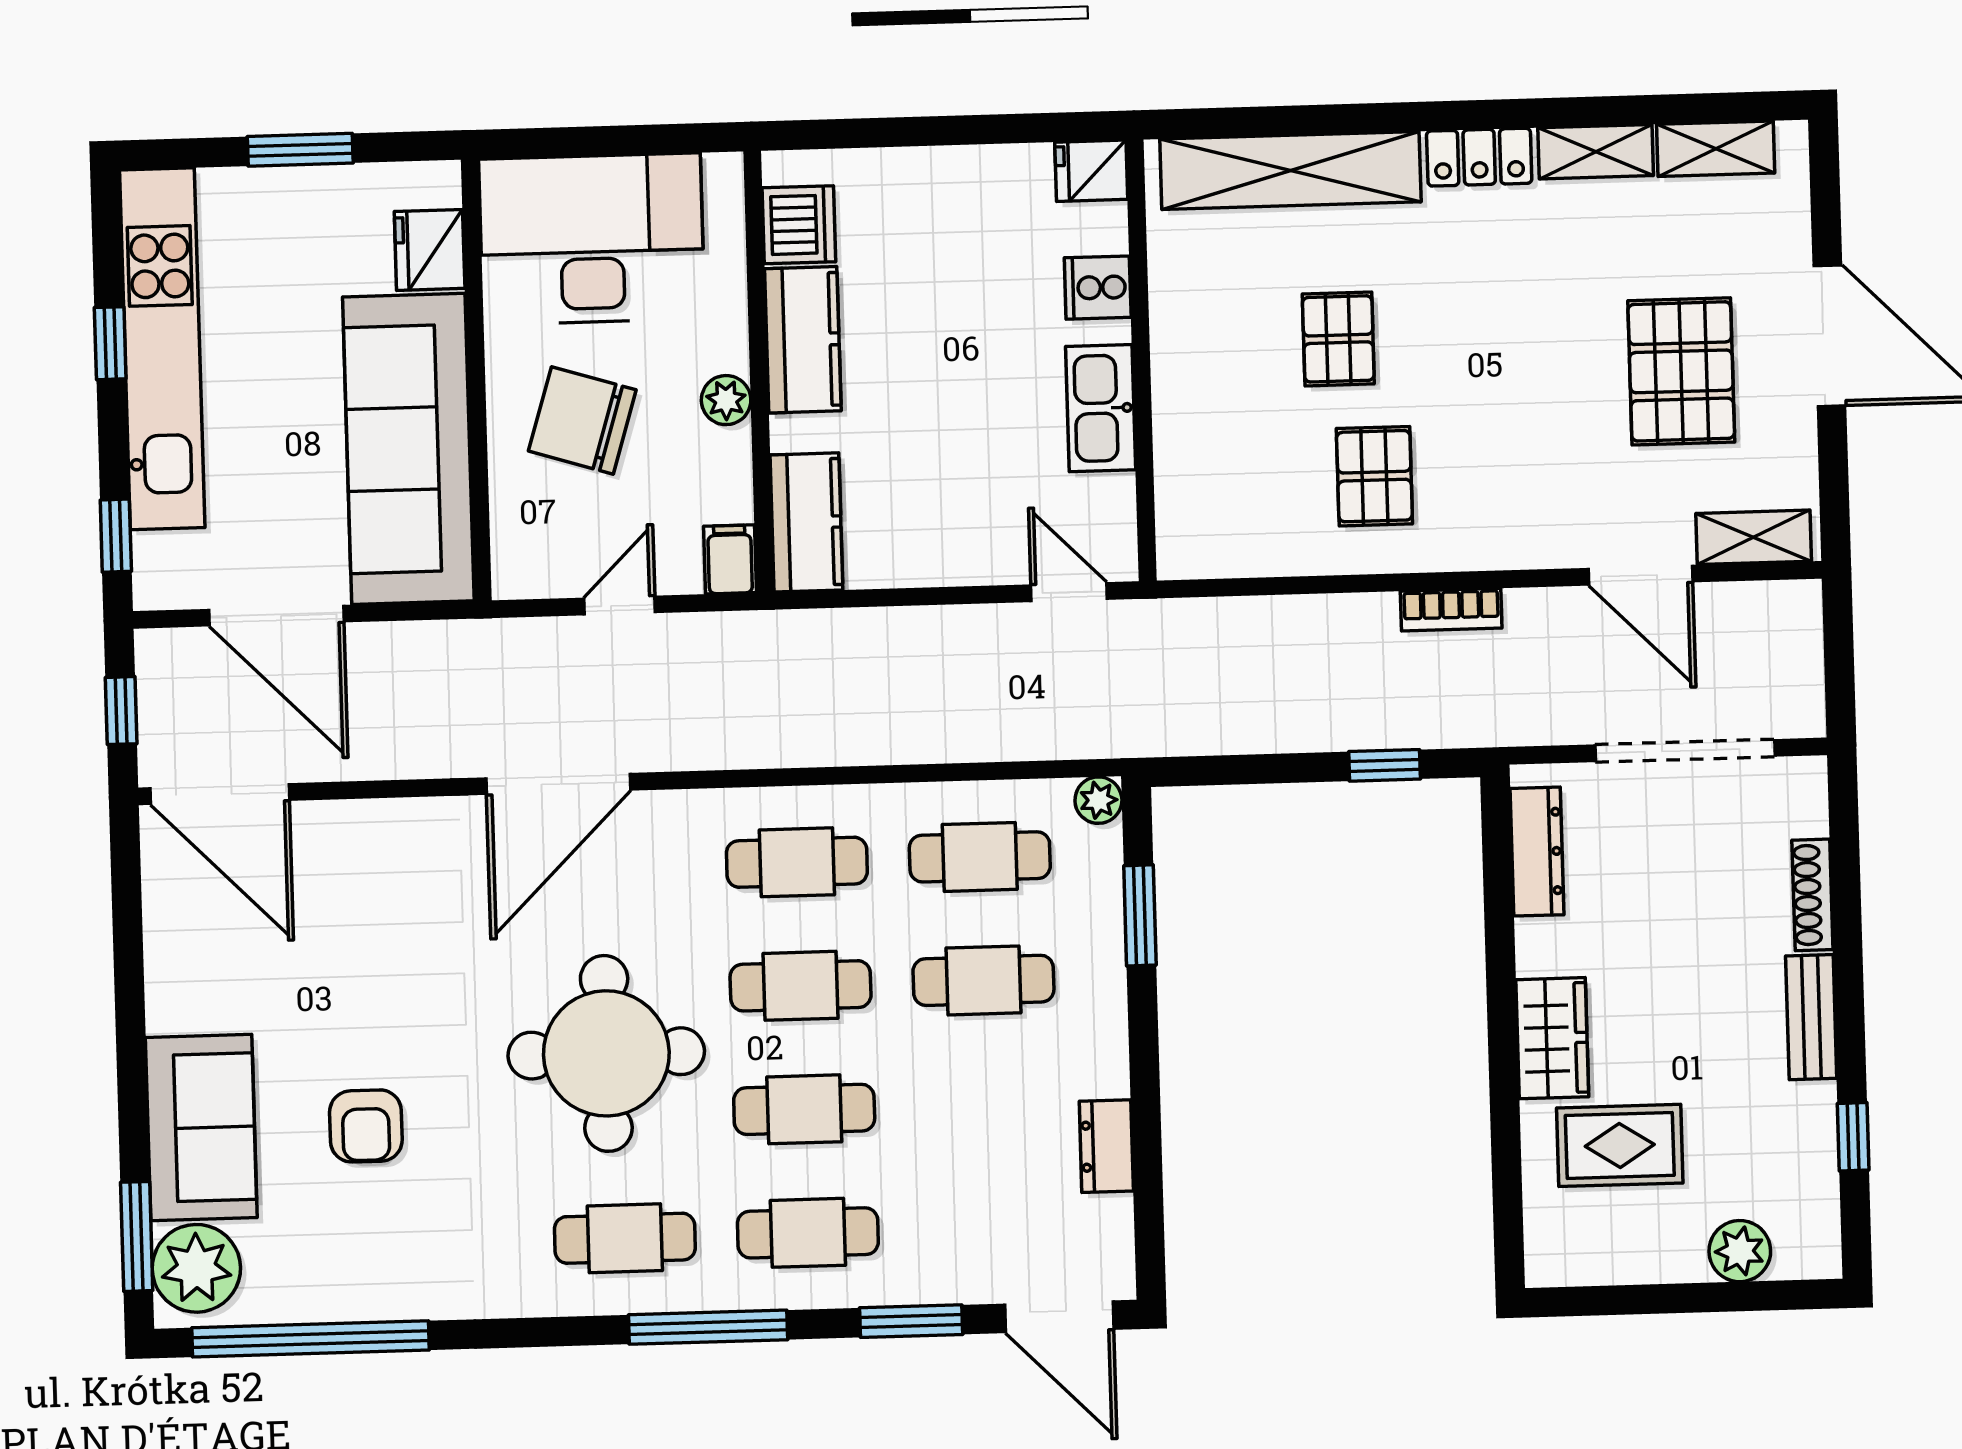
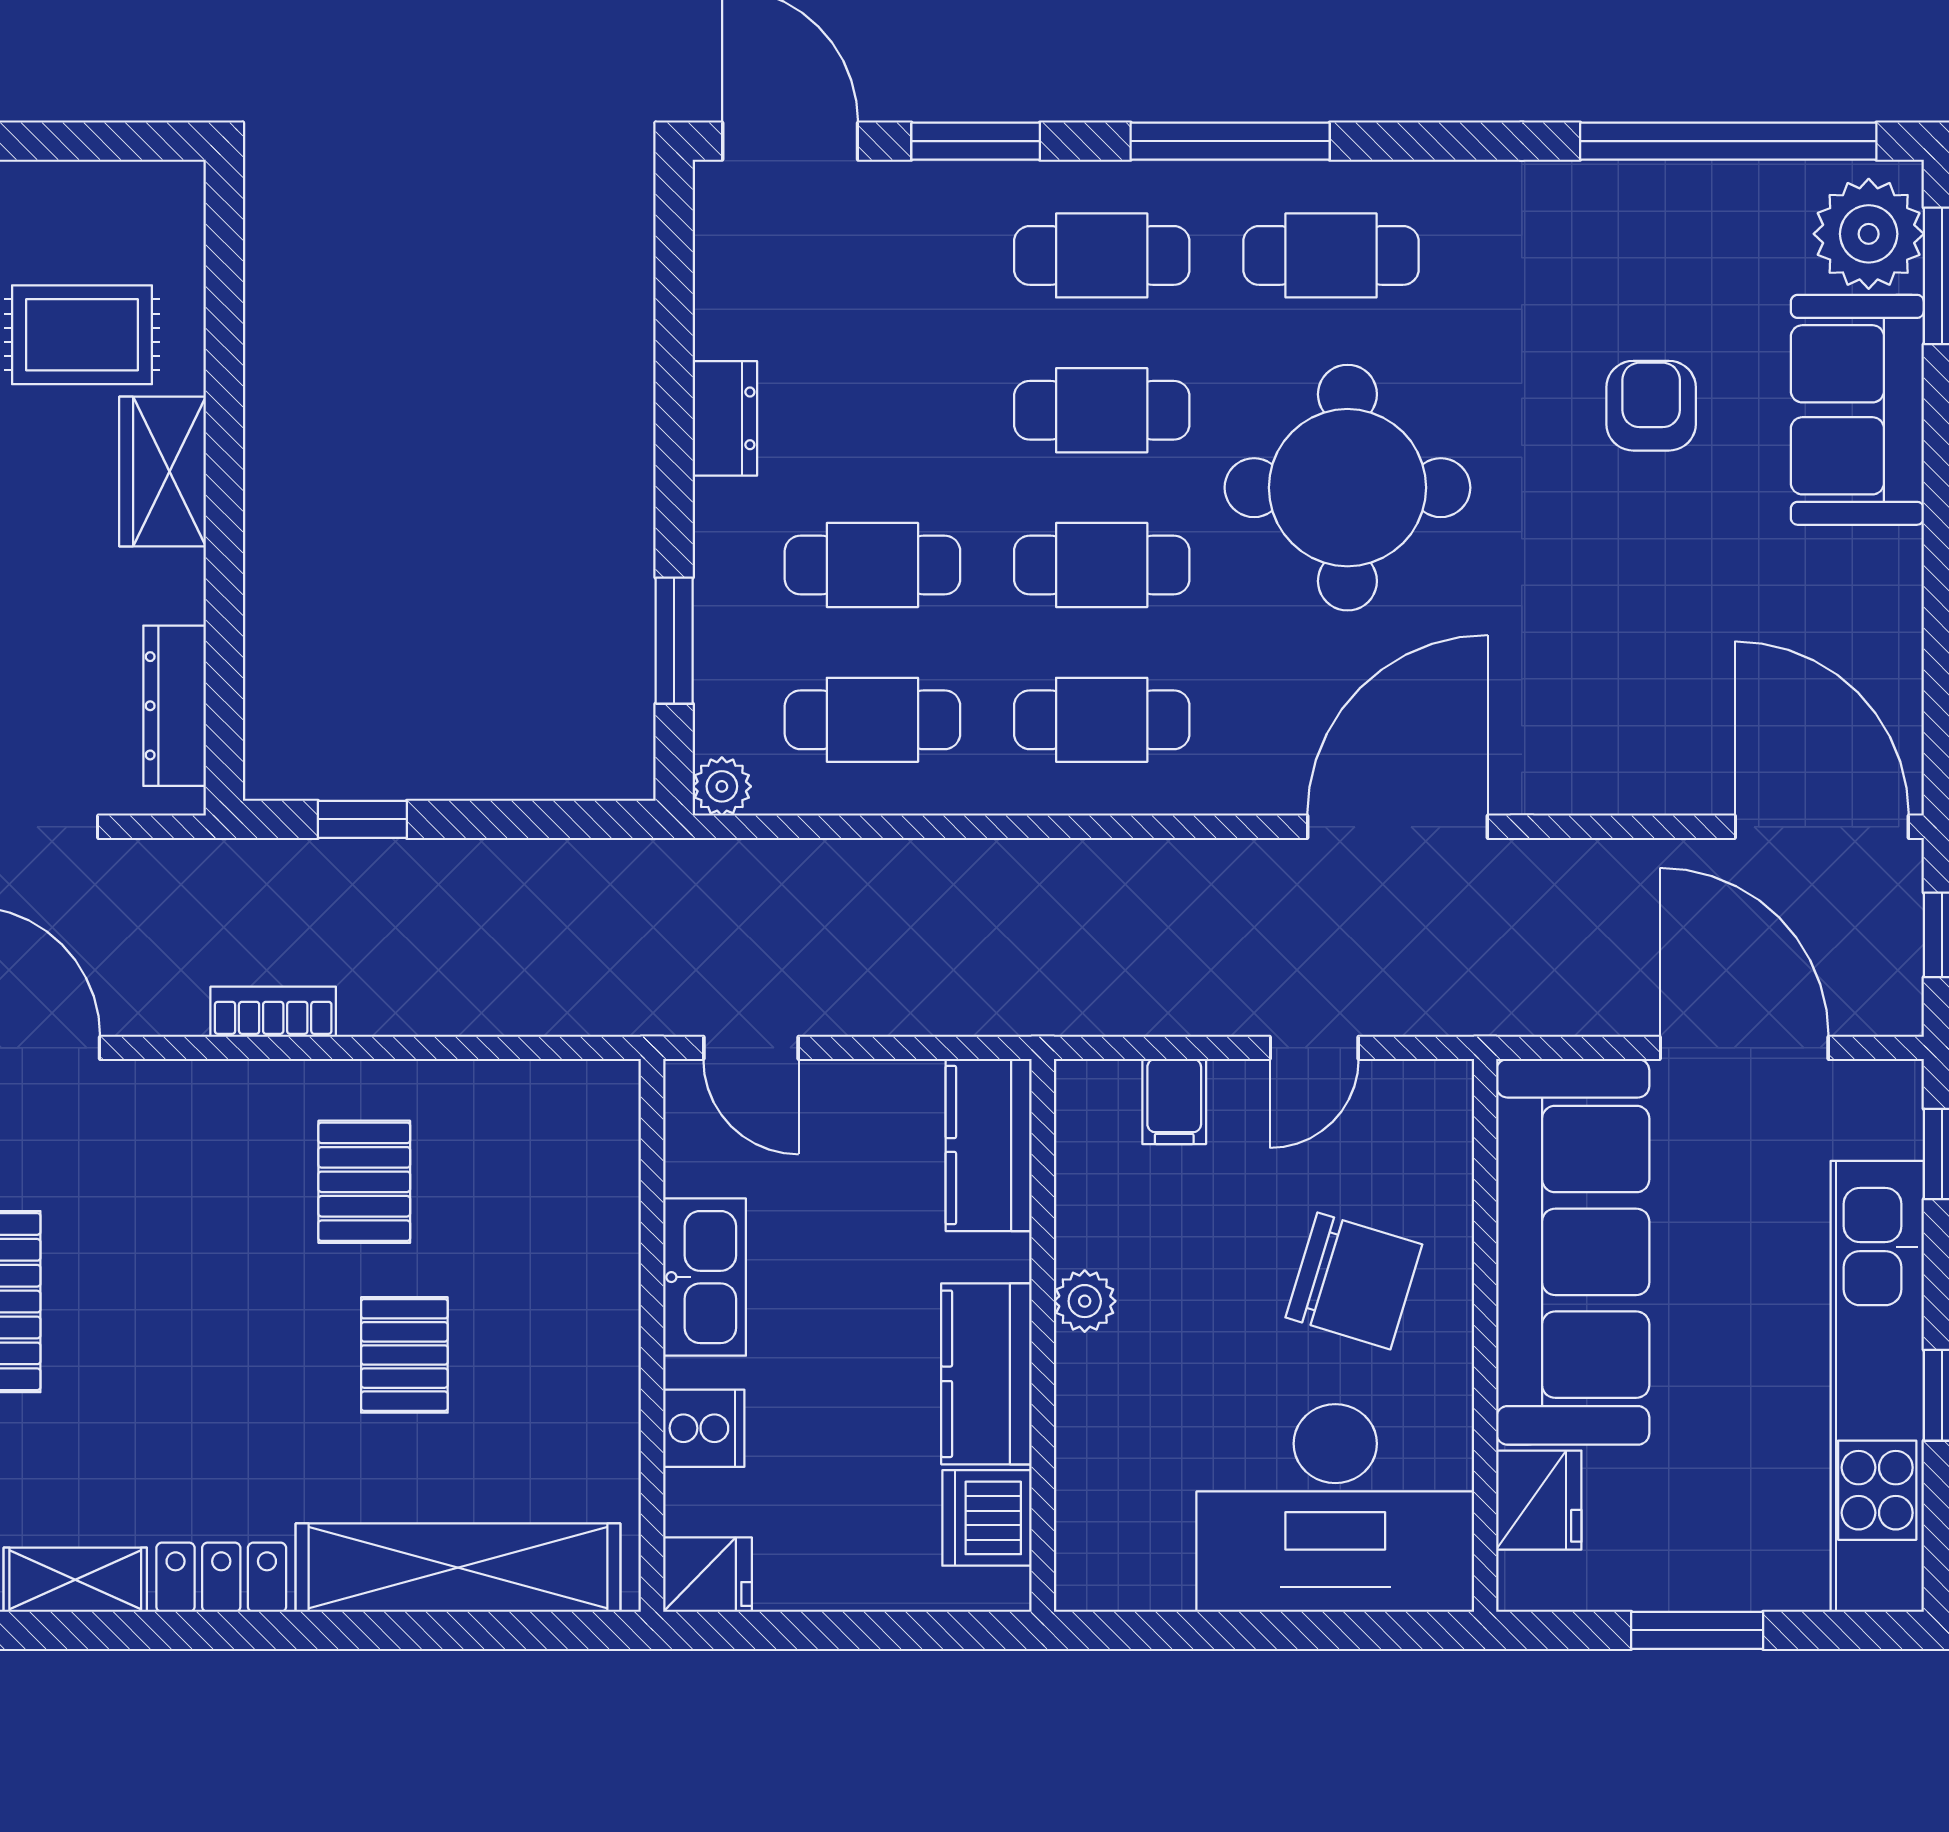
dishwasher: (799, 225) -> (987, 1518), moved
kitchen counter: (803, 340) -> (986, 1374), moved
wall: (759, 372) -> (1043, 1335), moved
plant: (726, 400) -> (1085, 1301), moved
kitchen counter: (806, 522) -> (989, 1145), moved
dresser: (1106, 1146) -> (725, 418), moved

